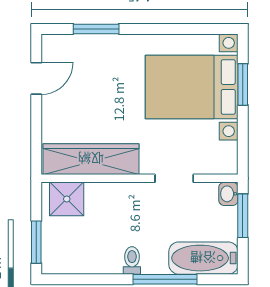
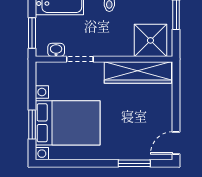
door: (36, 78) -> (176, 143), moved
washbasin: (228, 194) -> (56, 50), moved, turned -90
shower: (67, 199) -> (150, 40), width x1.36, depth x1.36

